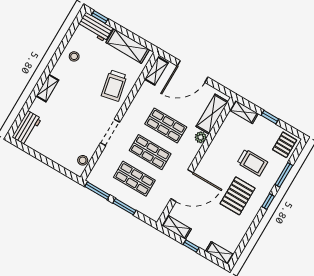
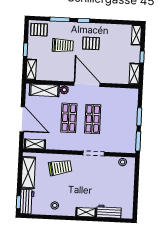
workbench: (27, 128) -> (109, 212), moved
trolley: (252, 162) -> (63, 45), turned 90
shop shelf: (134, 179) -> (116, 120), removed
door: (182, 186) -> (87, 84), moved
pallet: (238, 196) -> (91, 43), width x0.67, depth x0.71

